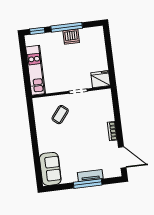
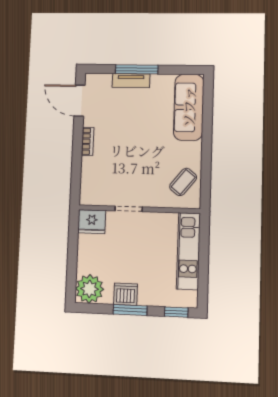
window: (67, 27) -> (130, 310), width x0.69
plant: (95, 36) -> (90, 289), added
coffee table: (60, 115) -> (183, 182), moved
sofa: (50, 169) -> (189, 107), width x1.36

